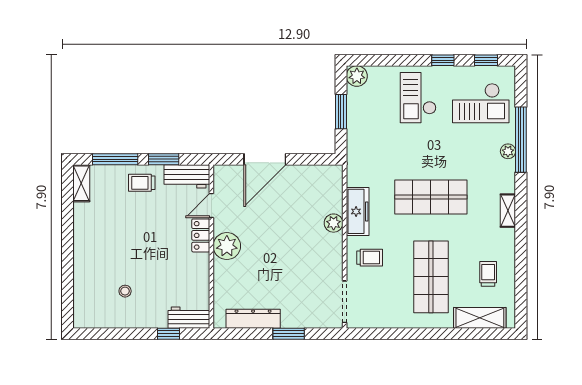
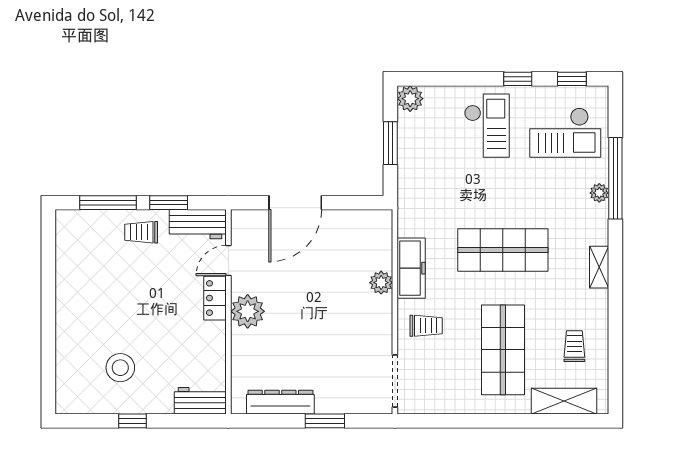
checkout: (418, 98) -> (487, 126), turned 180
shelving: (81, 183) -> (66, 233), removed
stool: (125, 291) -> (120, 368), width x1.89, depth x1.89
window: (169, 334) -> (133, 421), moved

